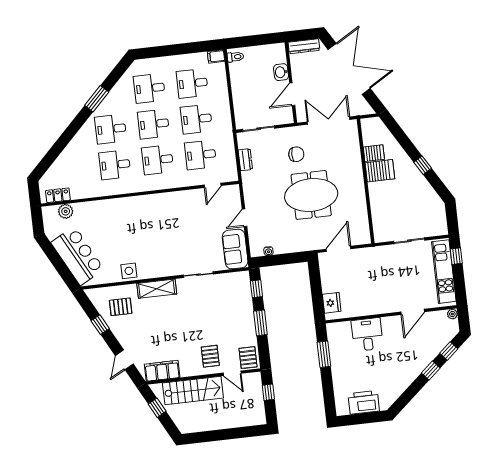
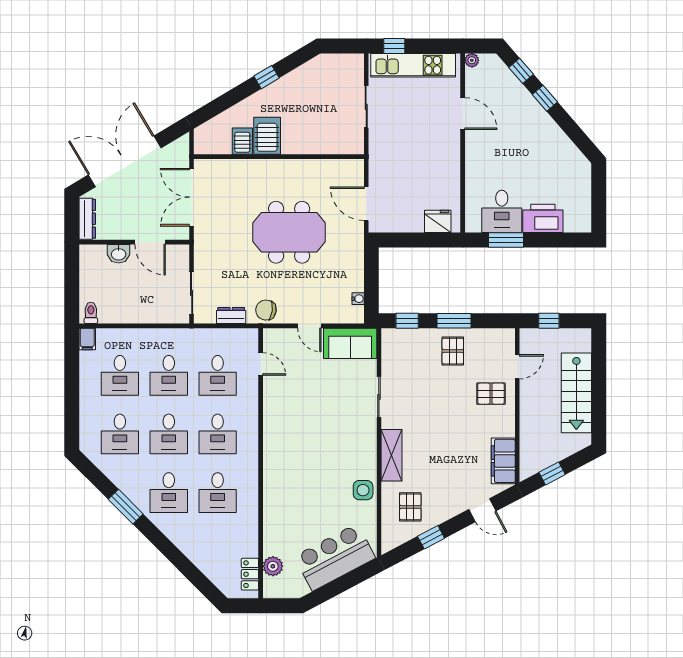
chair: (296, 154) -> (266, 310), moved, turned -82
meeting table: (311, 195) -> (289, 232), turned 90
desk: (367, 334) -> (502, 211), moved, turned -90
pallet: (248, 358) -> (453, 351), moved, turned 90
stairs: (193, 390) -> (576, 393), moved, turned 180
printer: (364, 402) -> (543, 218), moved, turned 90

